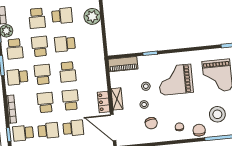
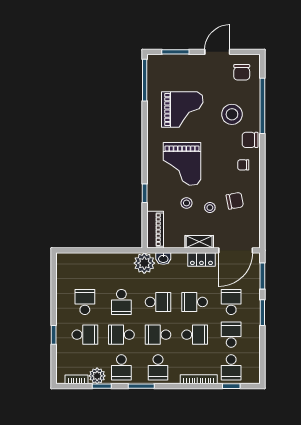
plant: (92, 16) -> (144, 263), moved
school desk: (15, 49) -> (121, 367), turned 90
washbasin: (101, 73) -> (163, 259), added
school desk: (45, 102) -> (195, 335), turned 180

